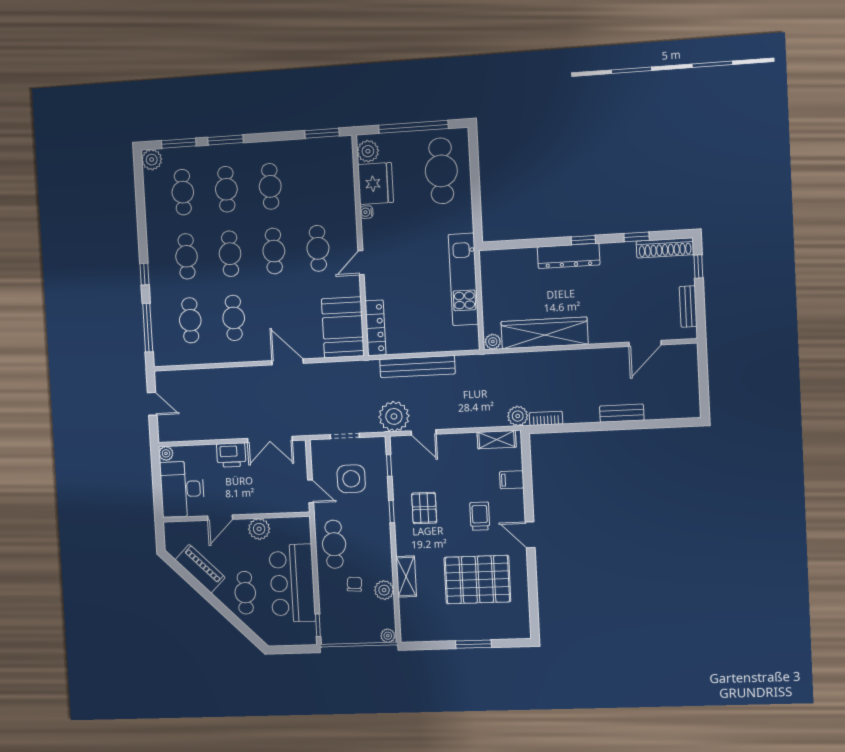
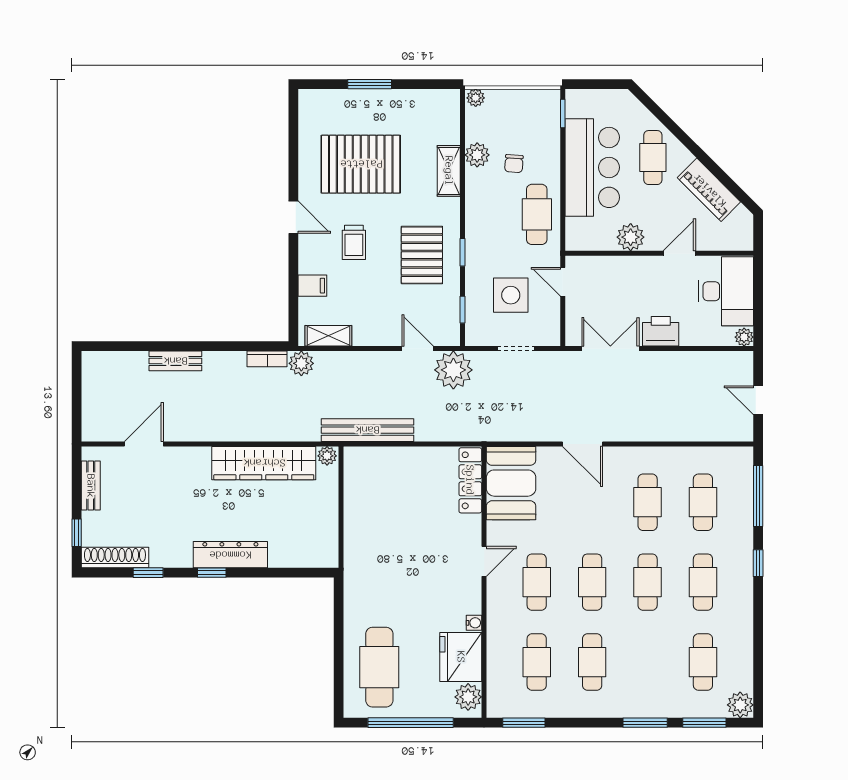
cafe table: (226, 189) -> (537, 662), moved
kitchen unit: (463, 279) -> (359, 534), removed
bench: (417, 367) -> (367, 430), moved
pallet: (424, 508) -> (422, 255), width x1.50, depth x1.42

